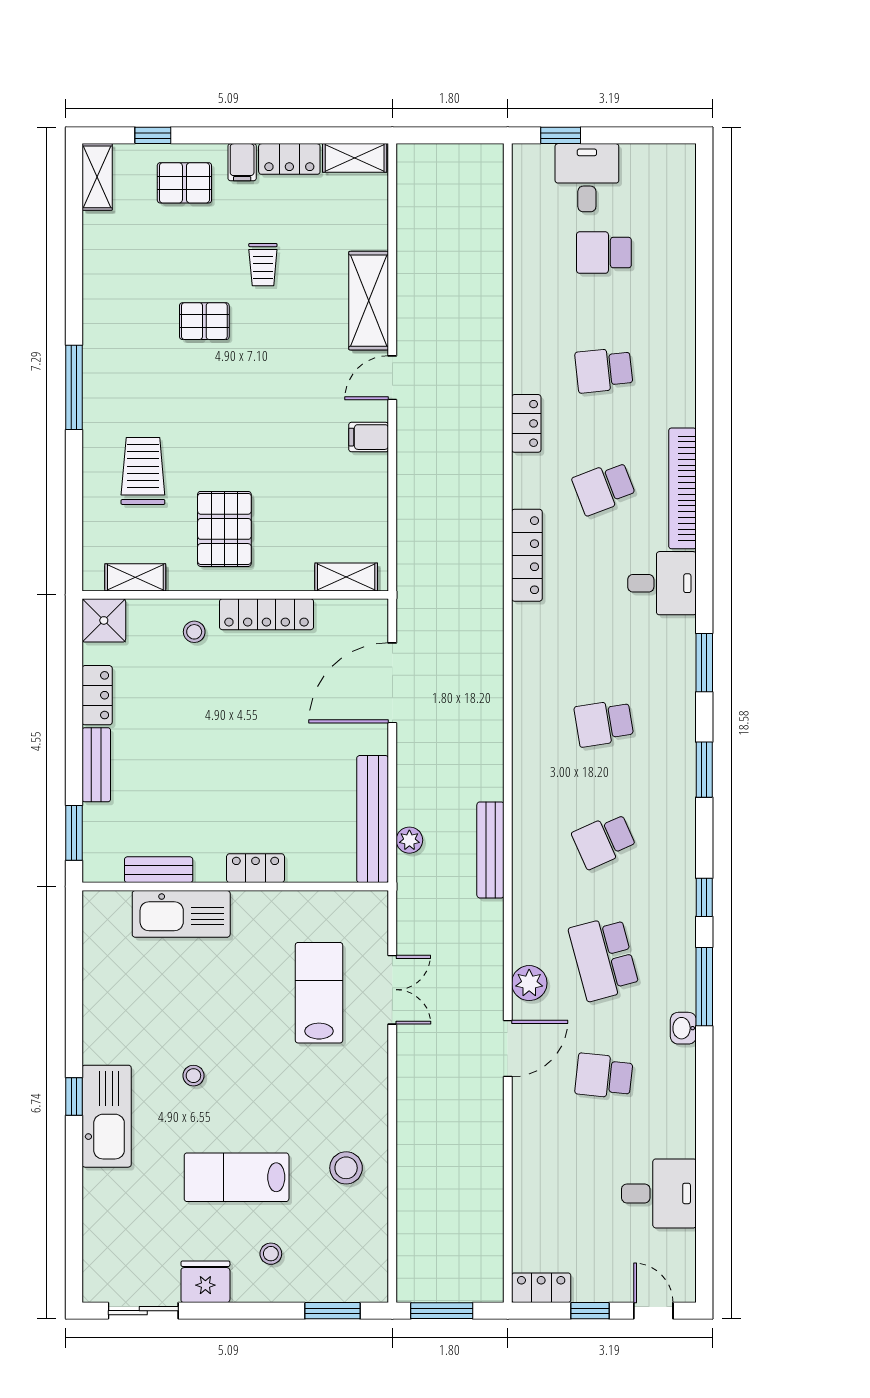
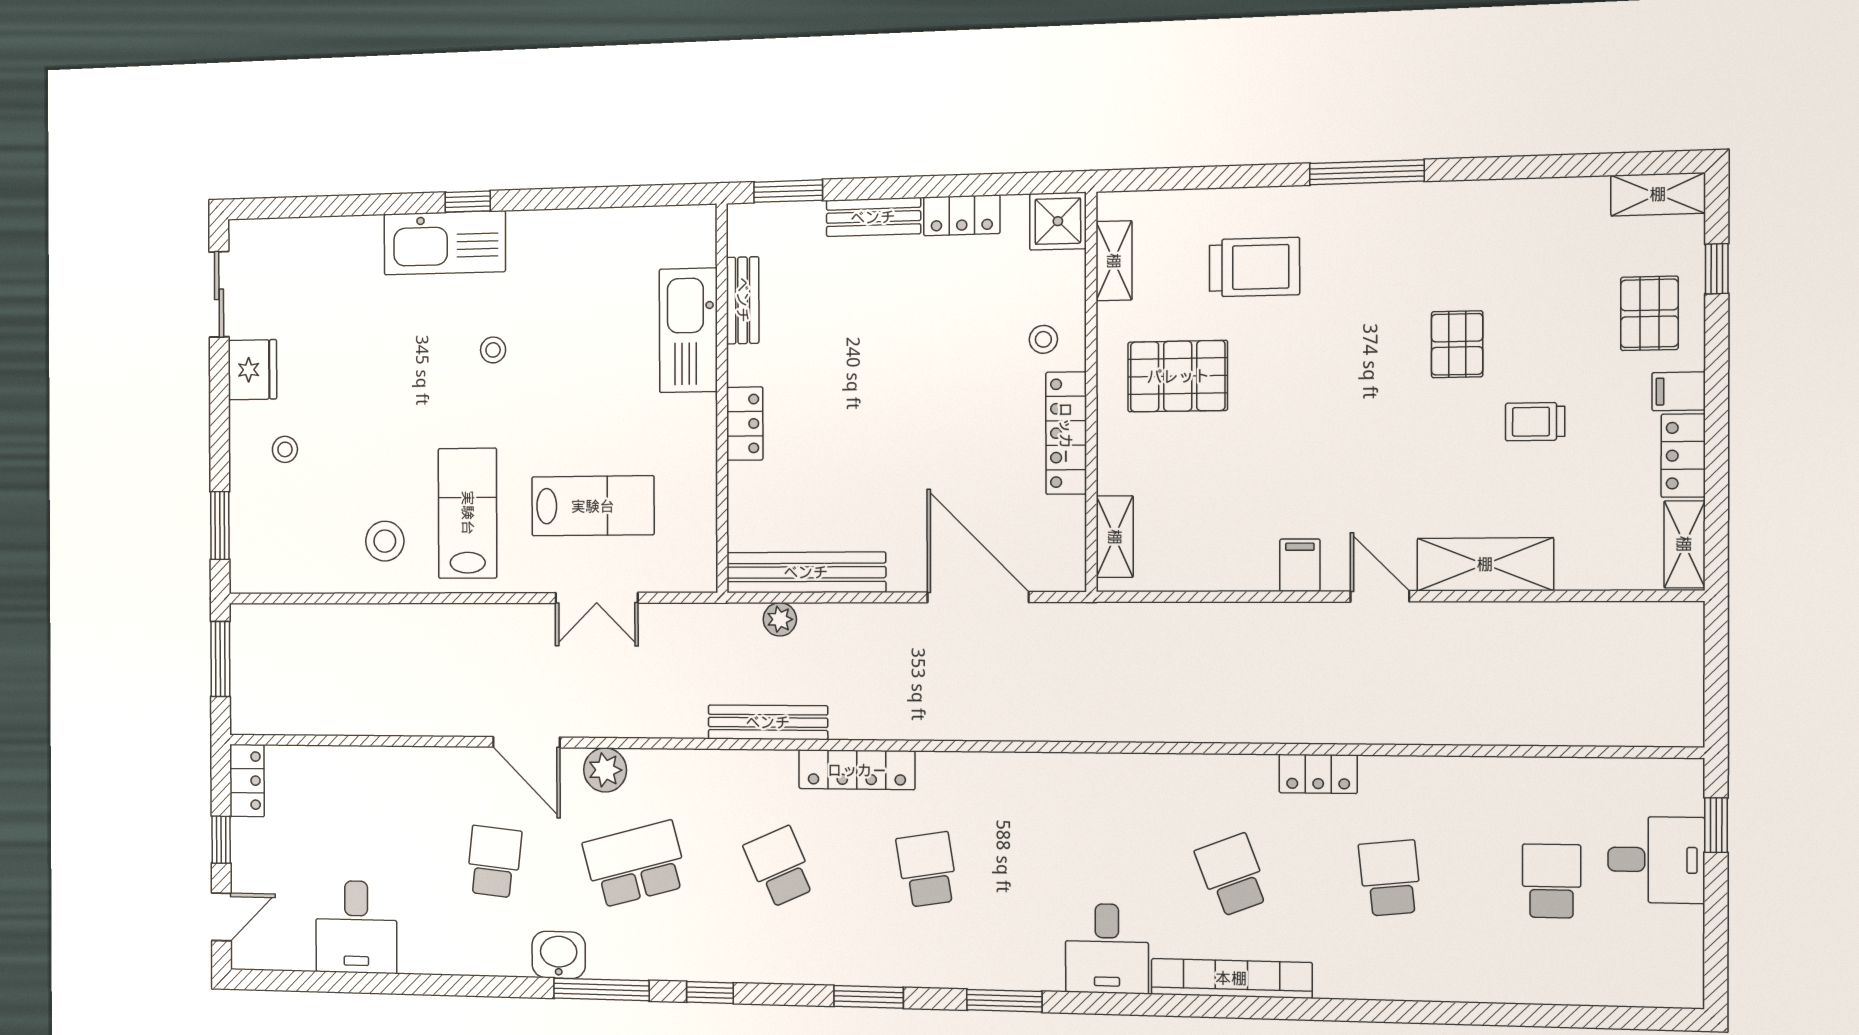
locker: (527, 555) -> (857, 770), moved
washbasin: (683, 1028) -> (559, 955), width x1.38, depth x1.45
lab bench: (237, 1177) -> (468, 513), moved

